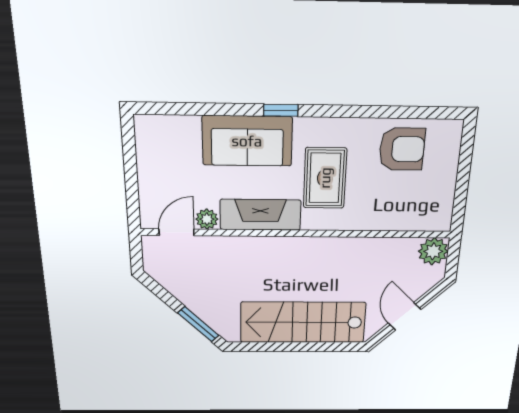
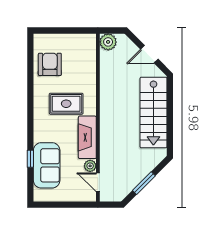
window: (281, 110) -> (30, 159), moved
sofa: (247, 141) -> (47, 165), moved
window: (198, 324) -> (144, 183), moved

